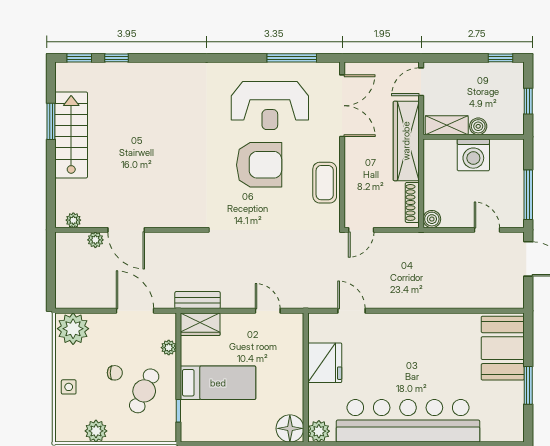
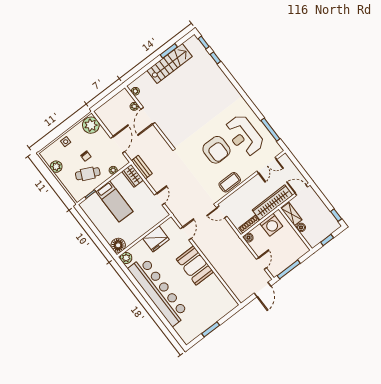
double door: (342, 106) -> (267, 165), width x0.73
washing machine: (473, 155) -> (271, 225), moved, turned -90
booth: (503, 348) -> (195, 265), moved, turned 90

